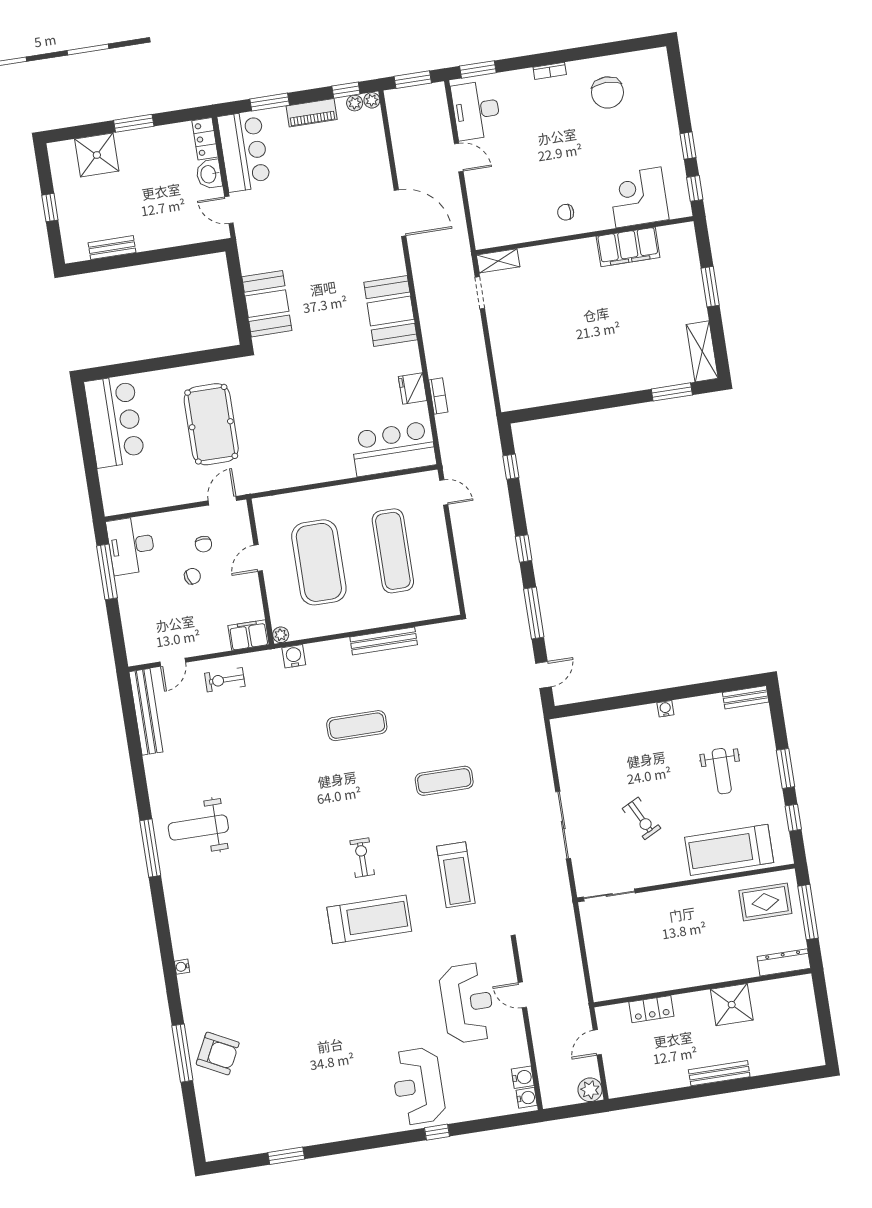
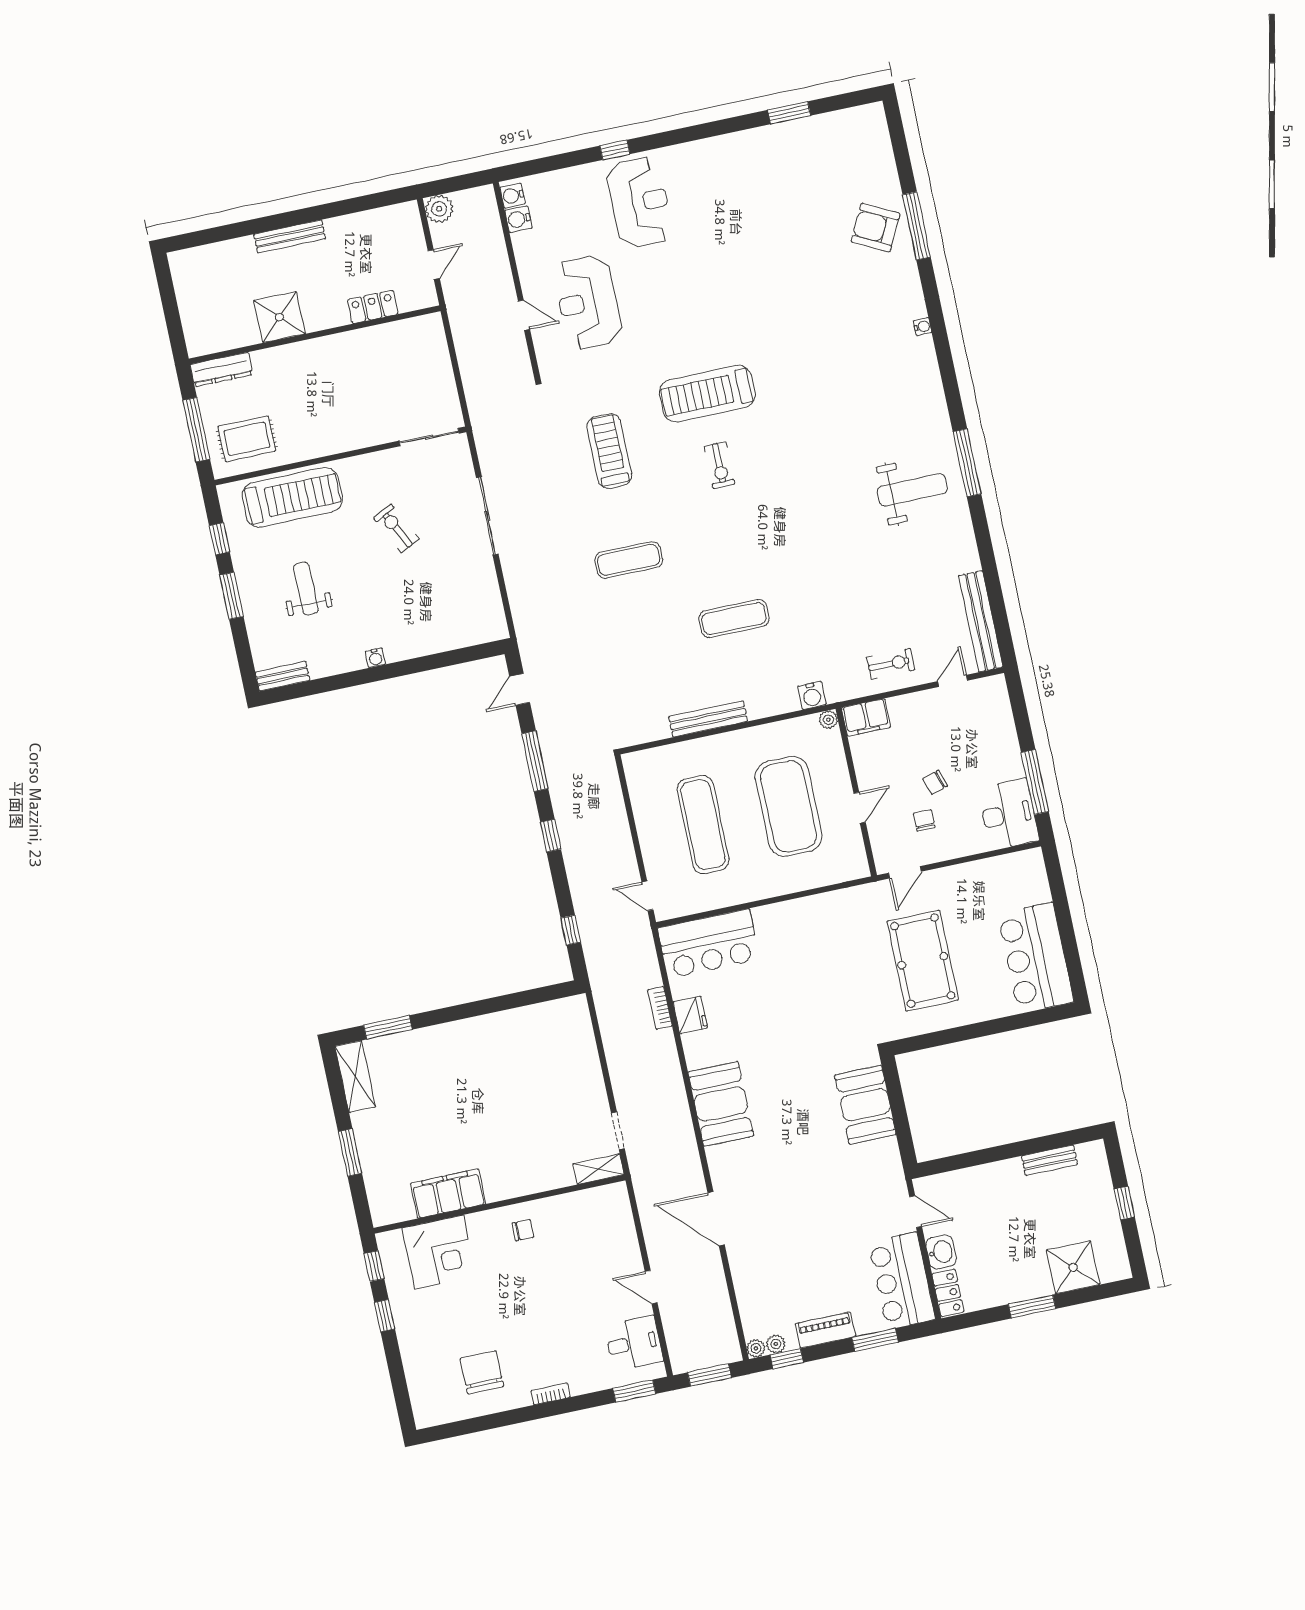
desk: (476, 110) -> (634, 1343), width x0.73

